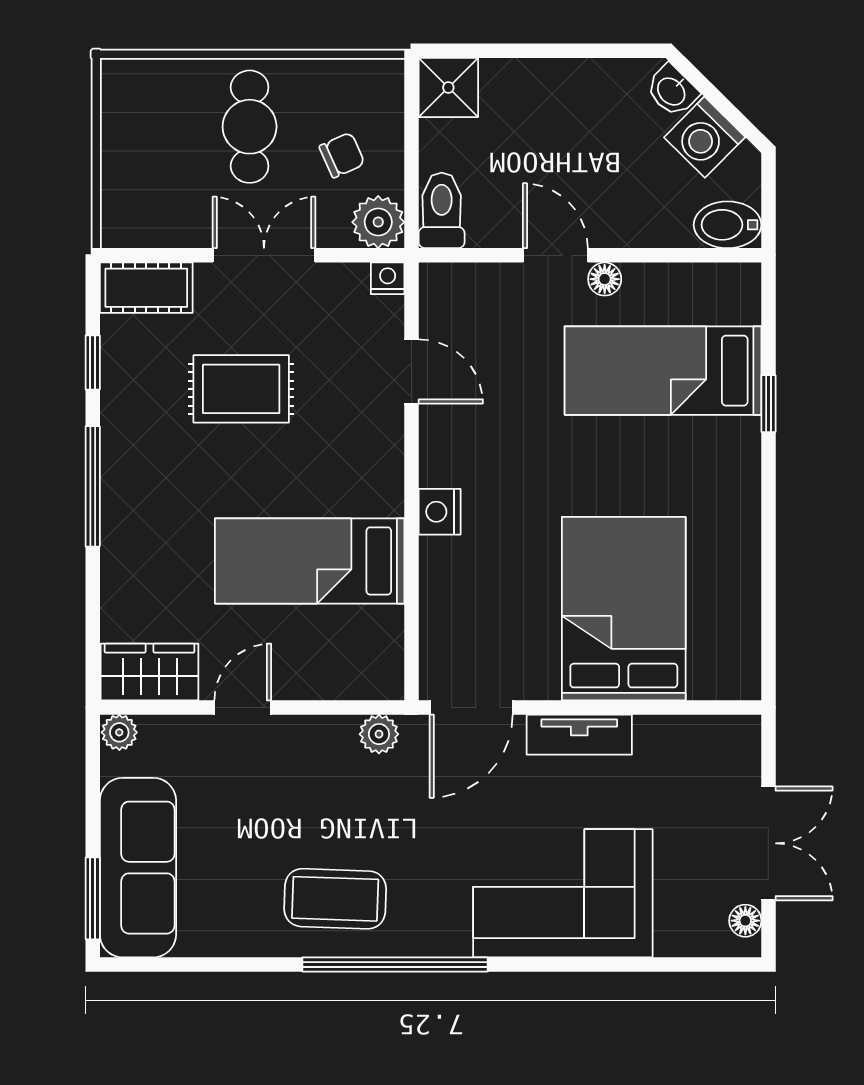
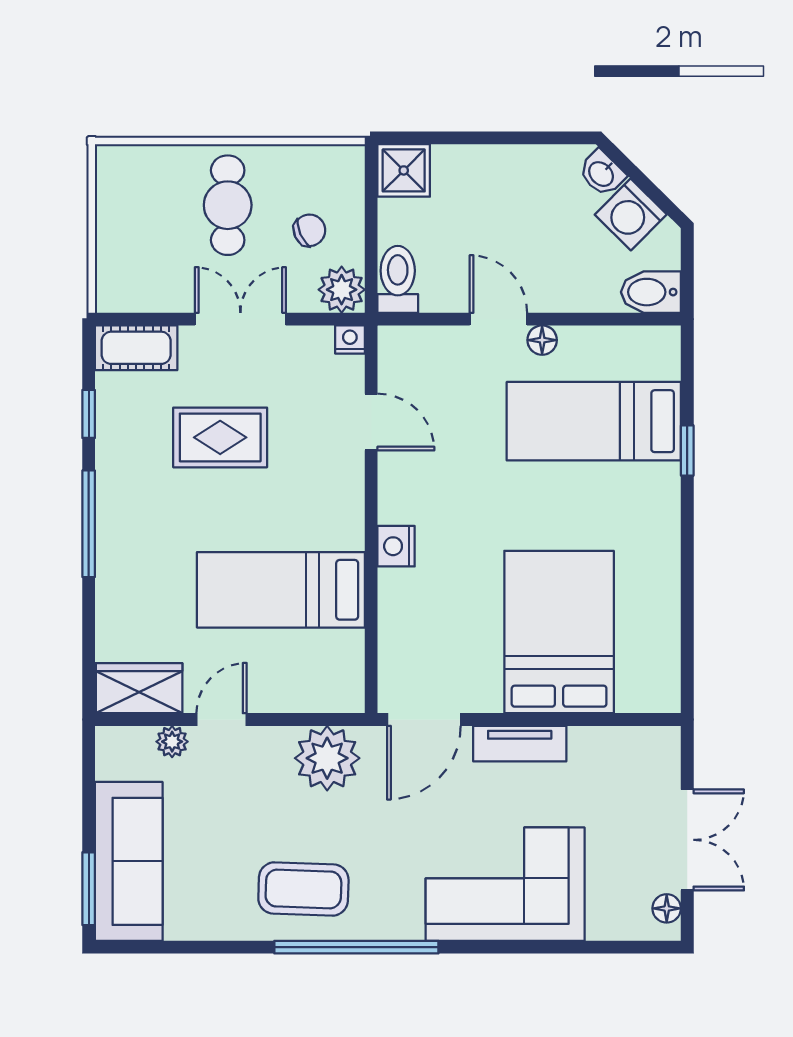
plant: (119, 732) -> (172, 742), moved
plant: (379, 734) -> (327, 758), width x1.88, depth x1.88

